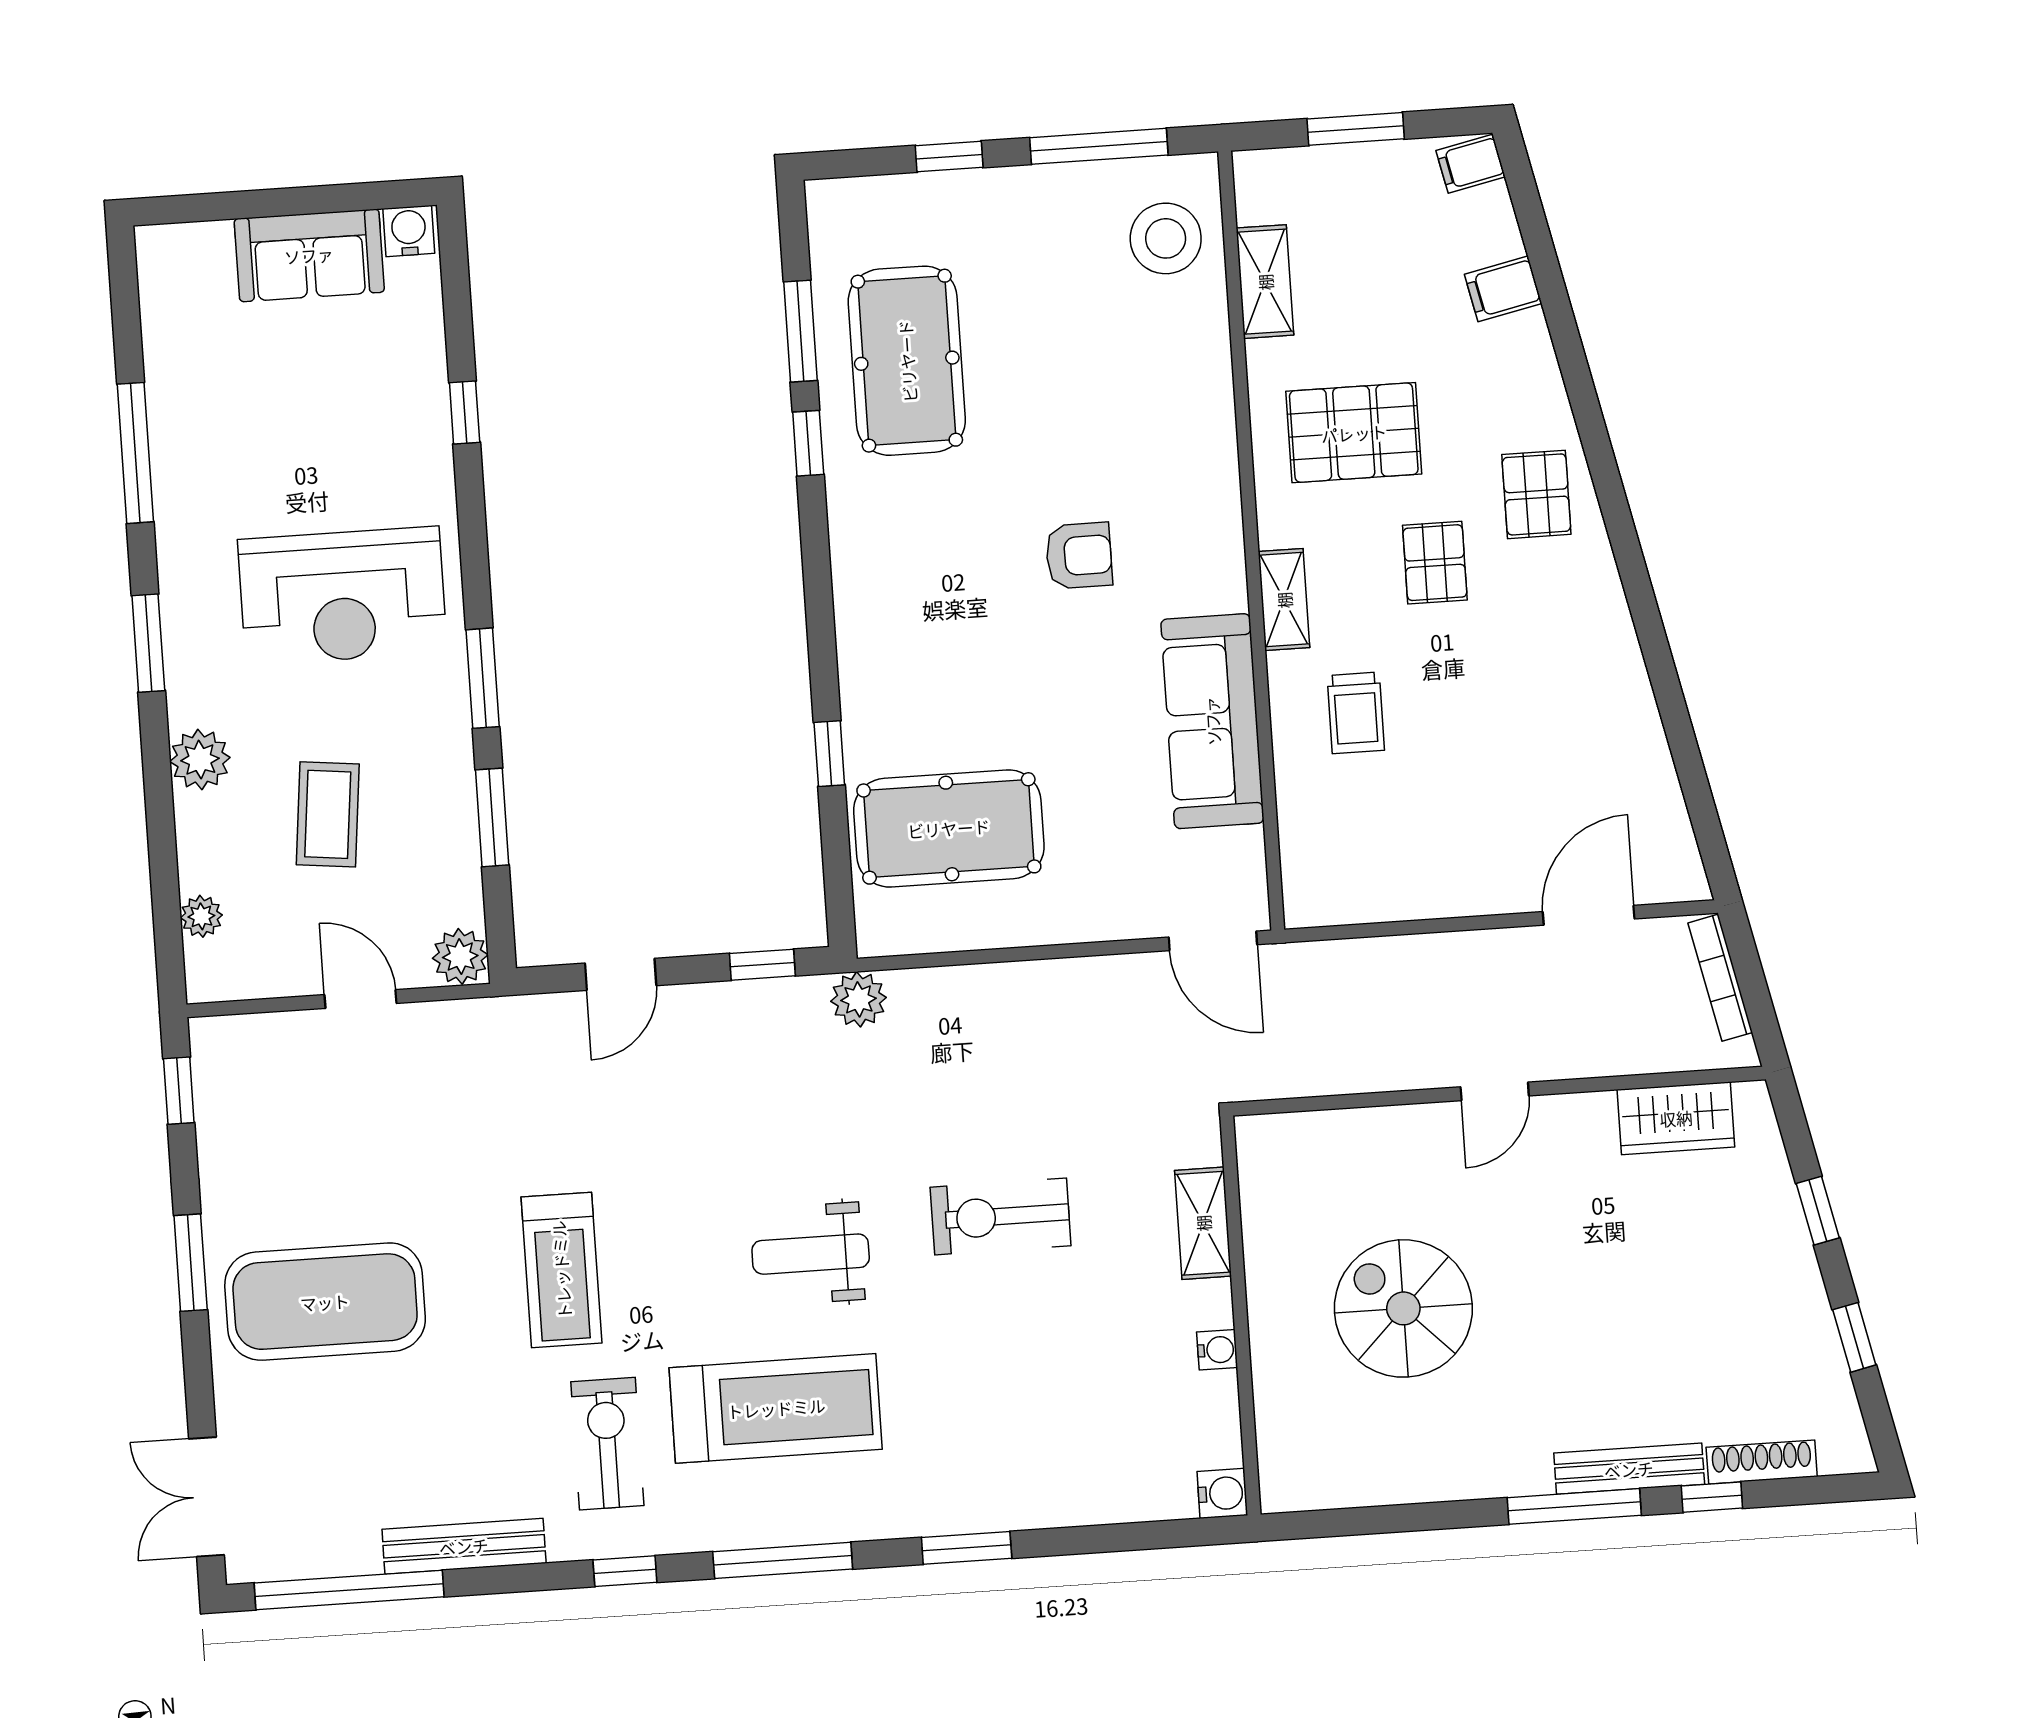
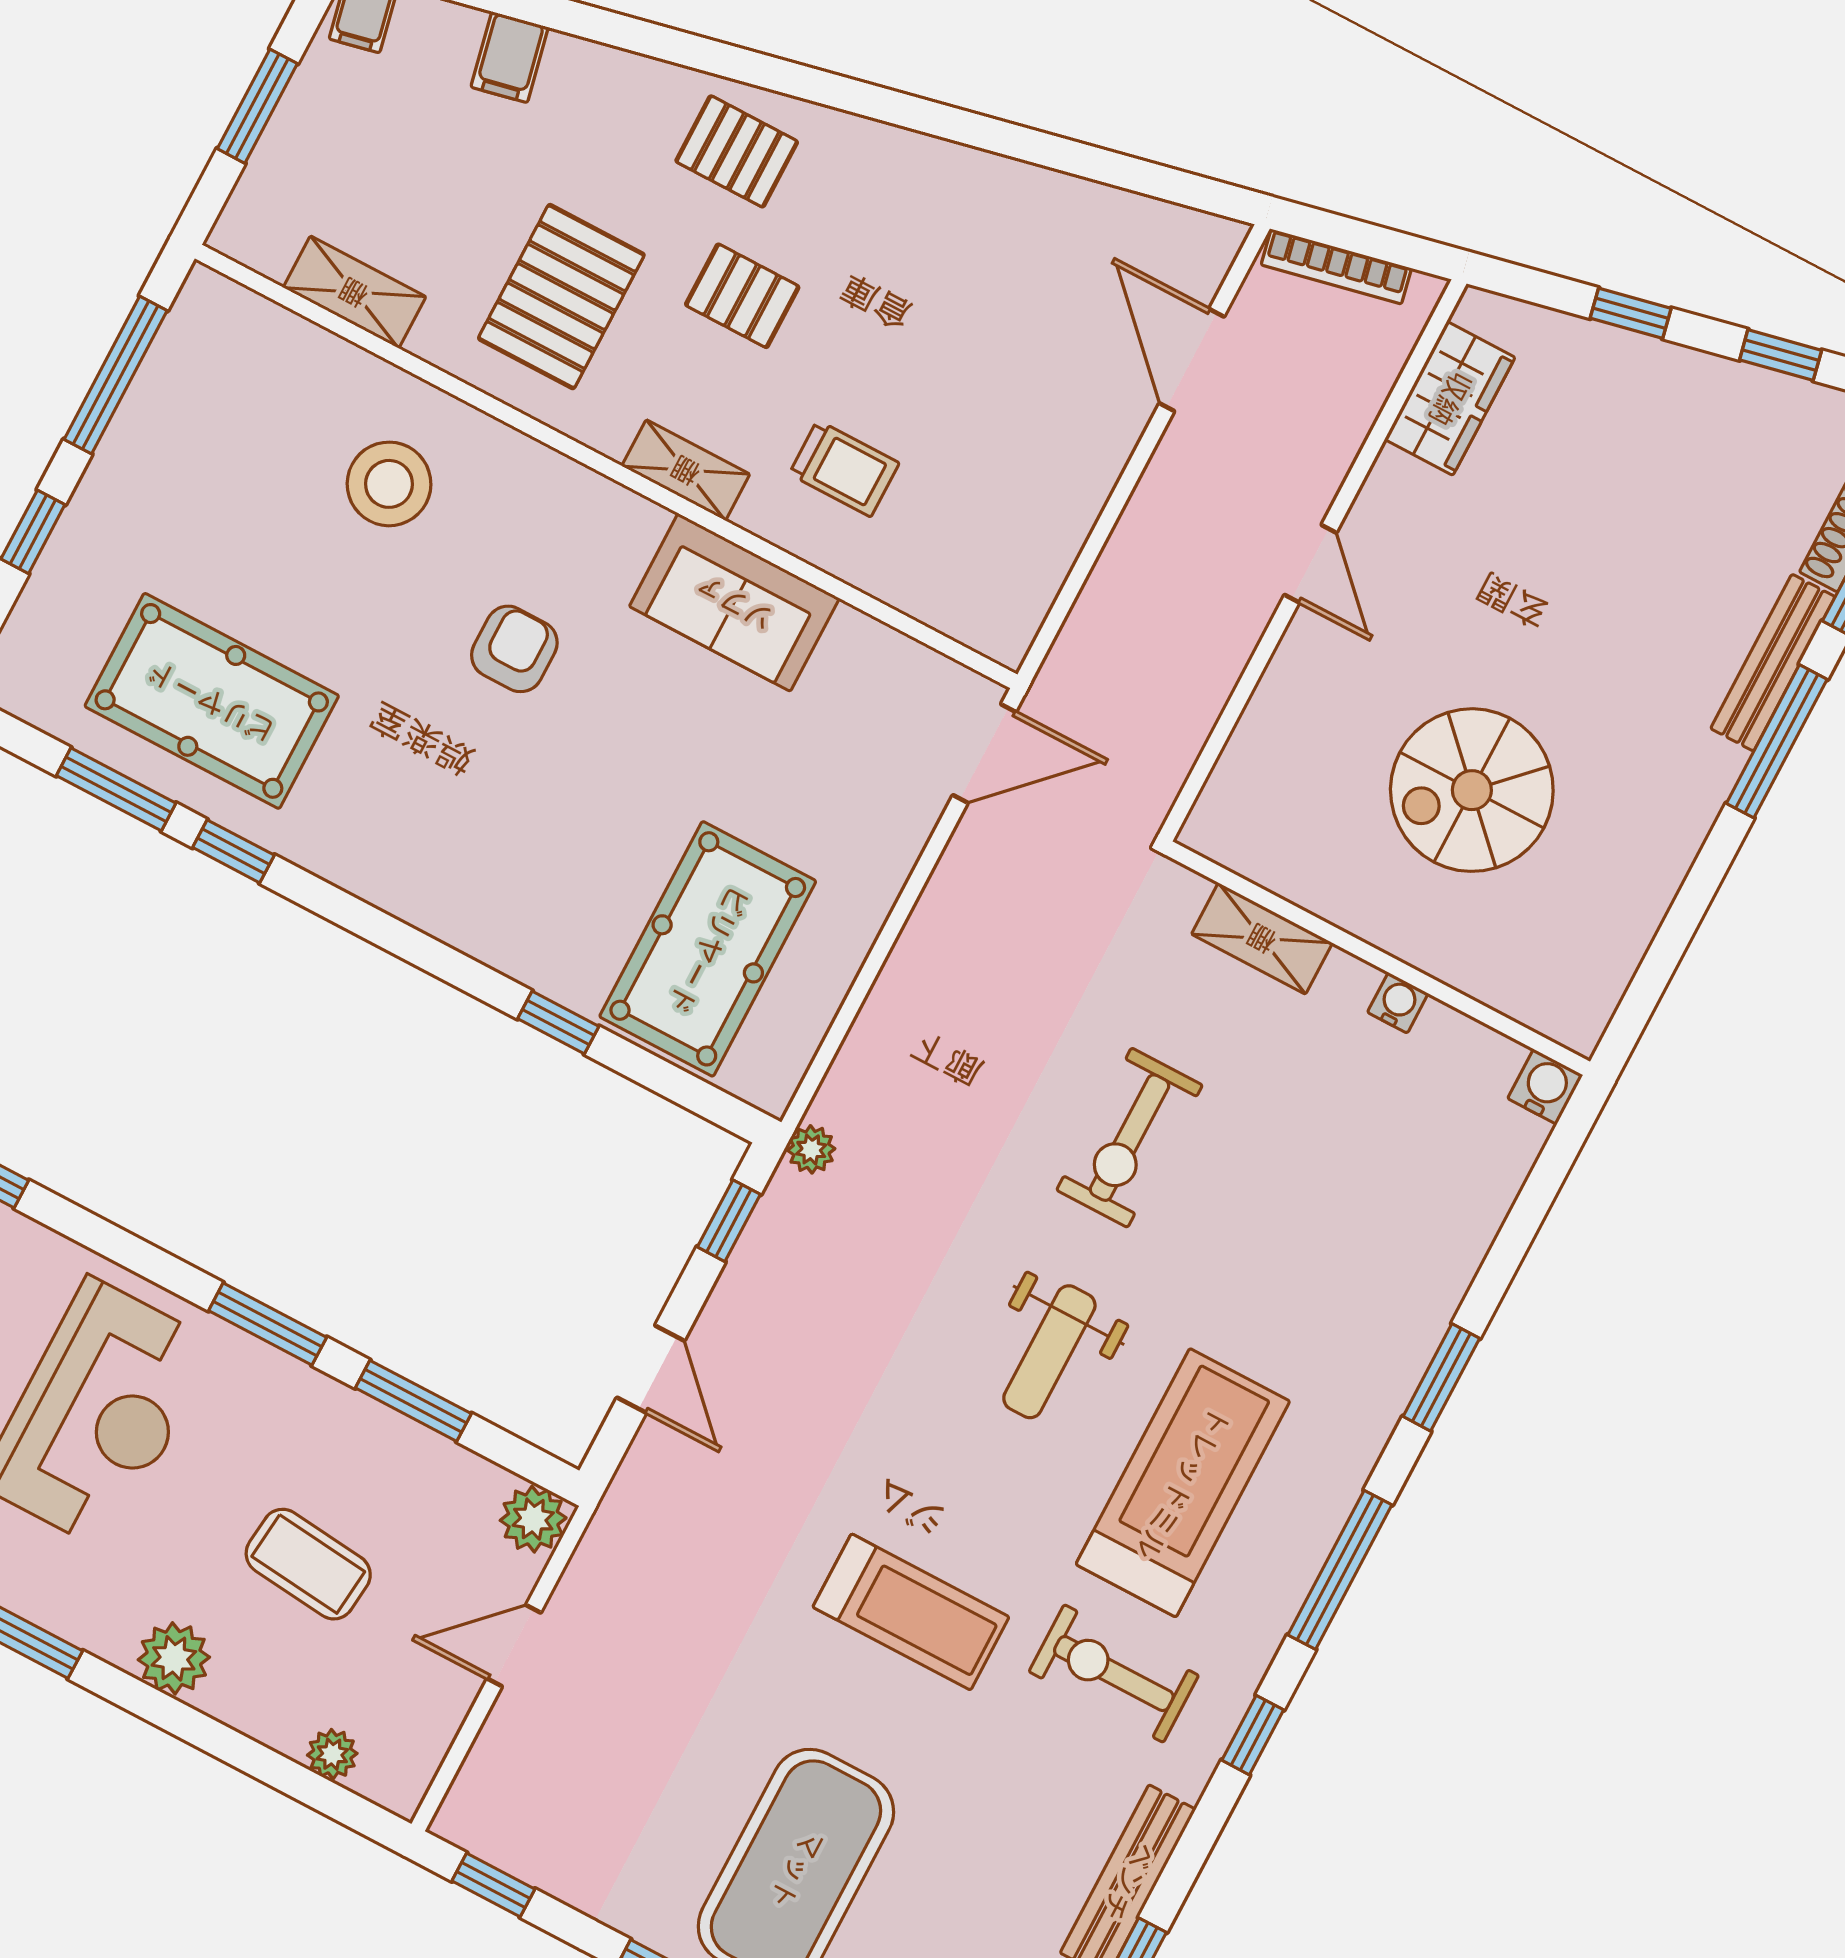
stool: (1166, 238) -> (389, 484), moved
sofa: (1212, 721) -> (734, 602), width x0.73
plant: (858, 999) -> (811, 1149), width x0.73, depth x0.73

